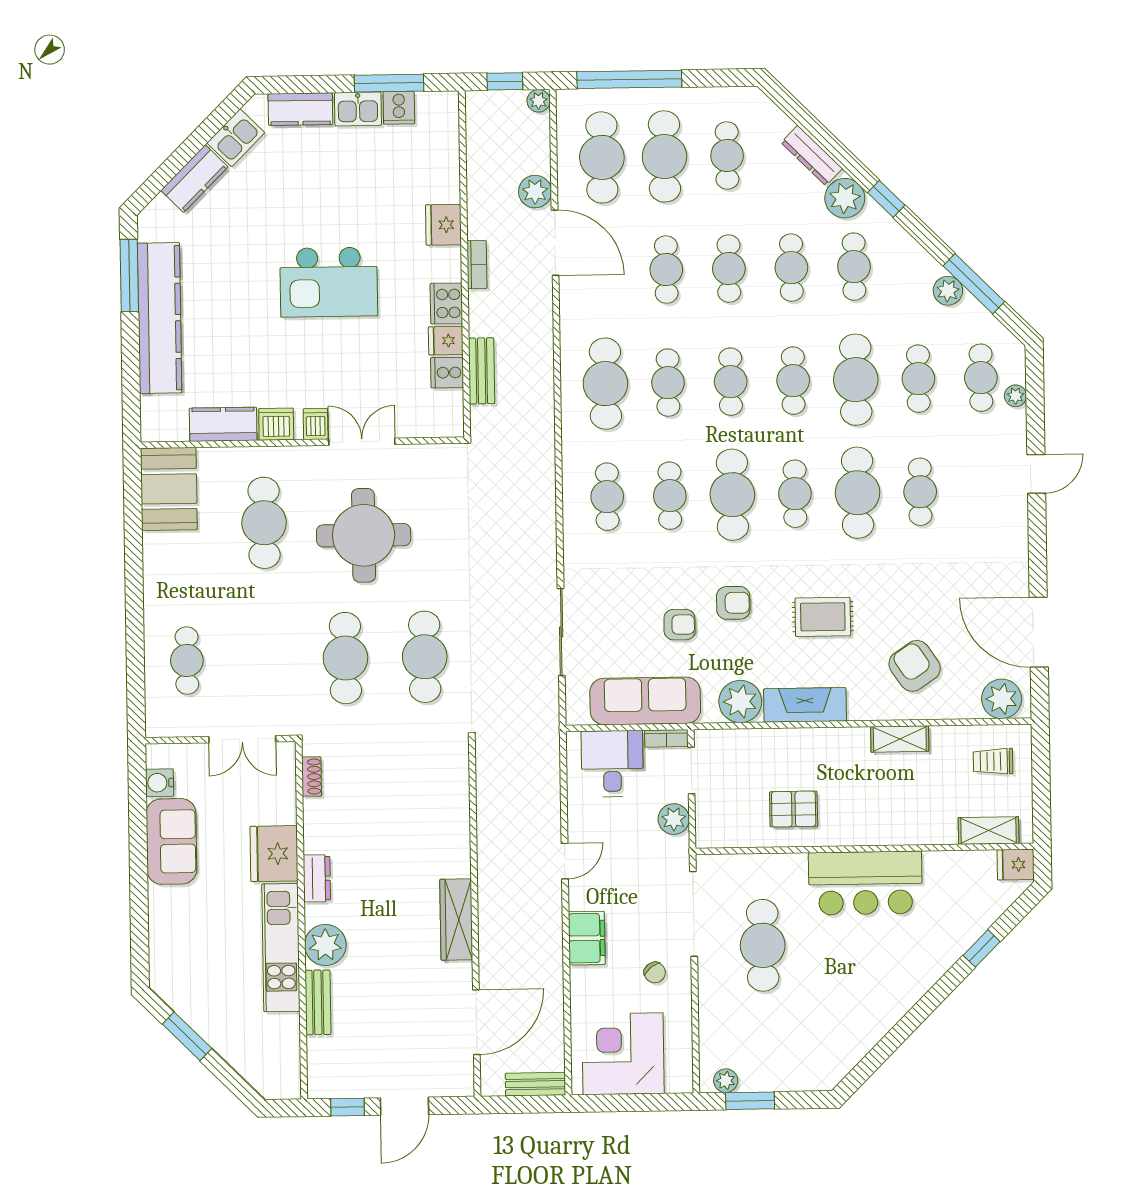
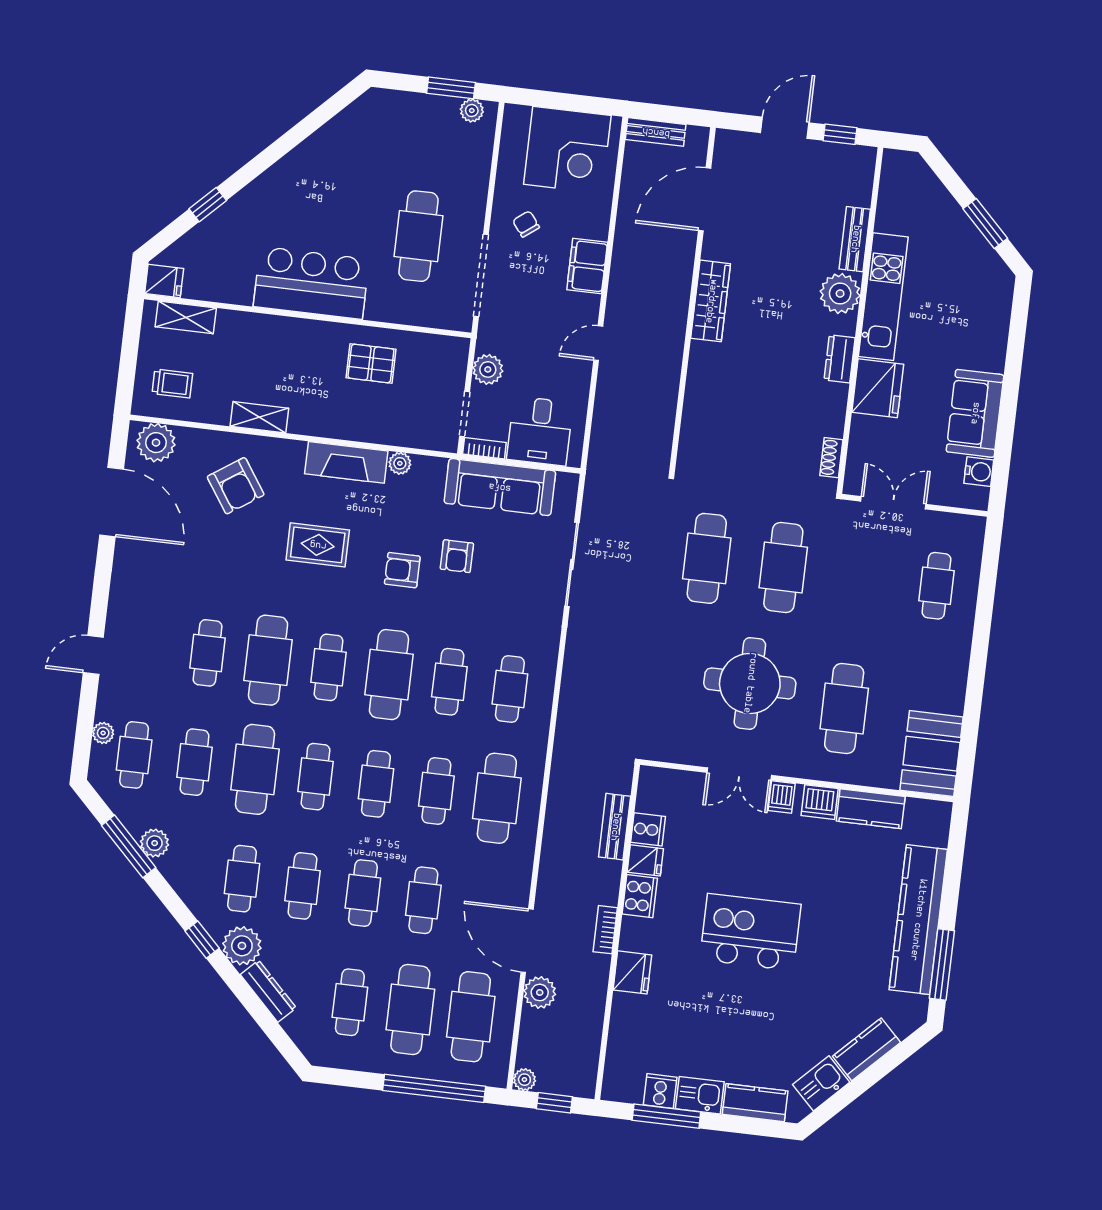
armchair: (679, 625) -> (457, 556), turned -90
plant: (740, 702) -> (400, 463), width x0.53, depth x0.53

